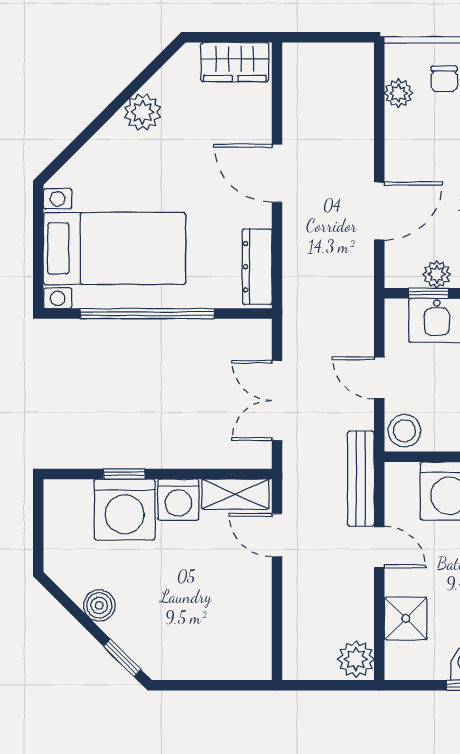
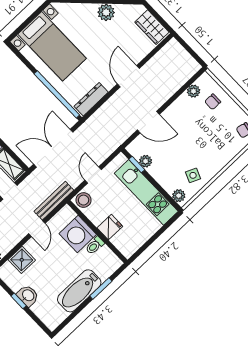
window: (147, 314) -> (57, 94), moved
double door: (277, 401) -> (53, 148), width x1.37

